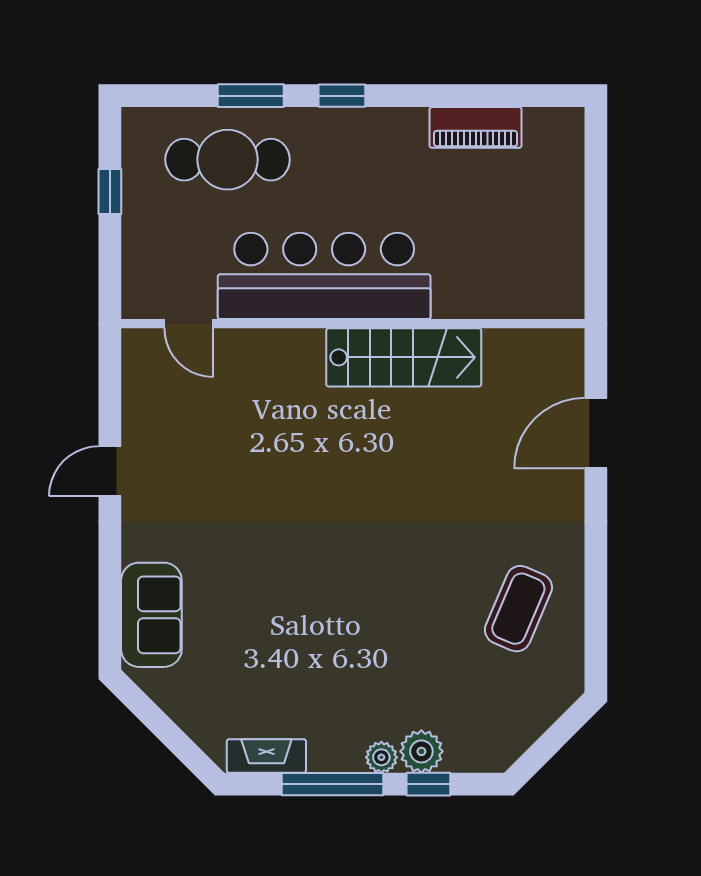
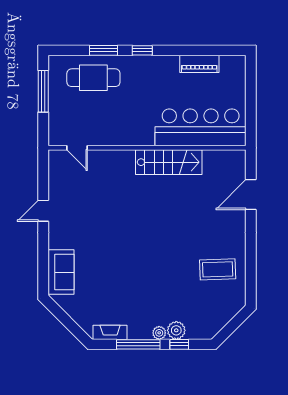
window: (110, 191) -> (43, 91), width x2.17
bar counter: (324, 276) -> (201, 127), moved
coffee table: (518, 609) -> (218, 269), turned 65

